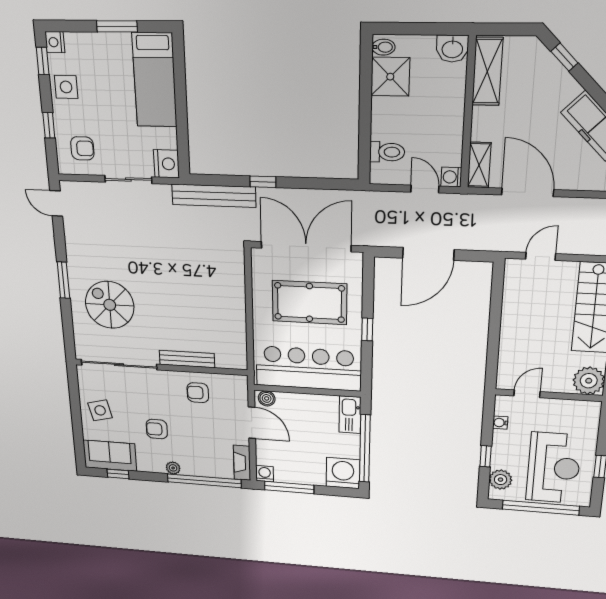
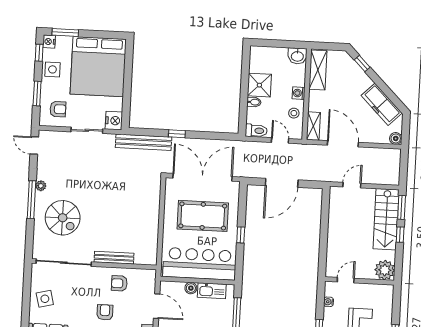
window: (117, 26) -> (65, 33), moved
bidet: (383, 47) -> (254, 102), moved
shower: (390, 77) -> (259, 85), moved
bed: (155, 80) -> (98, 67), width x2.04
window: (49, 125) -> (37, 93), width x1.50
stool: (447, 145) -> (294, 113), added
toilet: (387, 152) -> (256, 131), moved
washing machine: (451, 177) -> (299, 93), moved
plant: (74, 261) -> (41, 186), added
window: (63, 280) -> (31, 200), width x1.44
spiral stairs: (110, 305) -> (63, 218), turned 180
boiler: (267, 398) -> (191, 288), moved
kitchen sink: (350, 415) -> (212, 291), moved, turned -90
armchair: (157, 429) -> (105, 312), moved, turned 90

